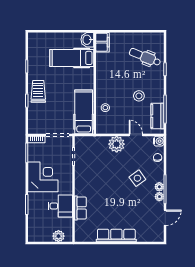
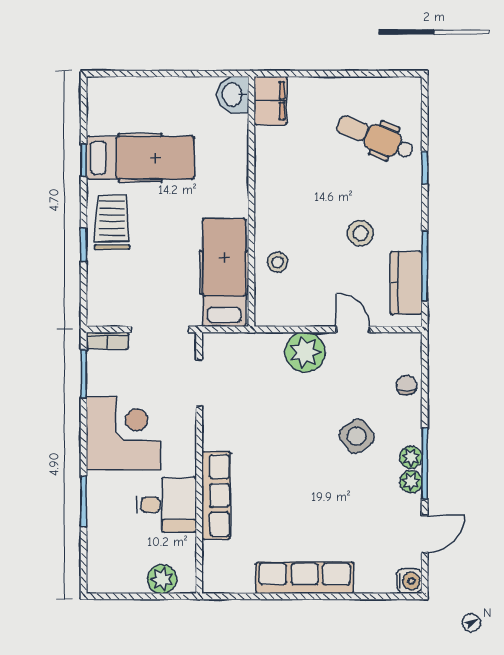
hospital bed: (72, 58) -> (140, 158), moved, turned 180
water cooler: (159, 141) -> (409, 581), moved
row of seats: (80, 208) -> (216, 495), width x1.48

